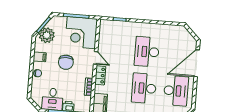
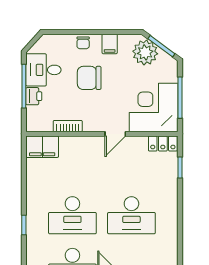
desk: (147, 52) -> (131, 215), turned 180
chair: (66, 62) -> (89, 78), moved
locker: (100, 75) -> (163, 143), moved
desk: (144, 88) -> (72, 215), turned 180

